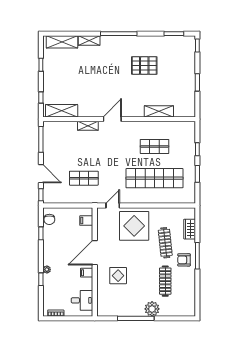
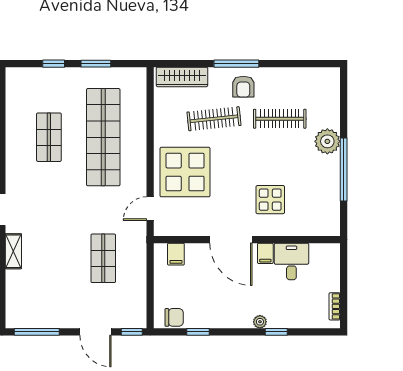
door: (41, 174) -> (95, 332), swing flipped
door: (113, 206) -> (150, 209), hinge flipped
wardrobe: (190, 229) -> (182, 77), width x1.50
desk: (82, 300) -> (291, 261), moved

